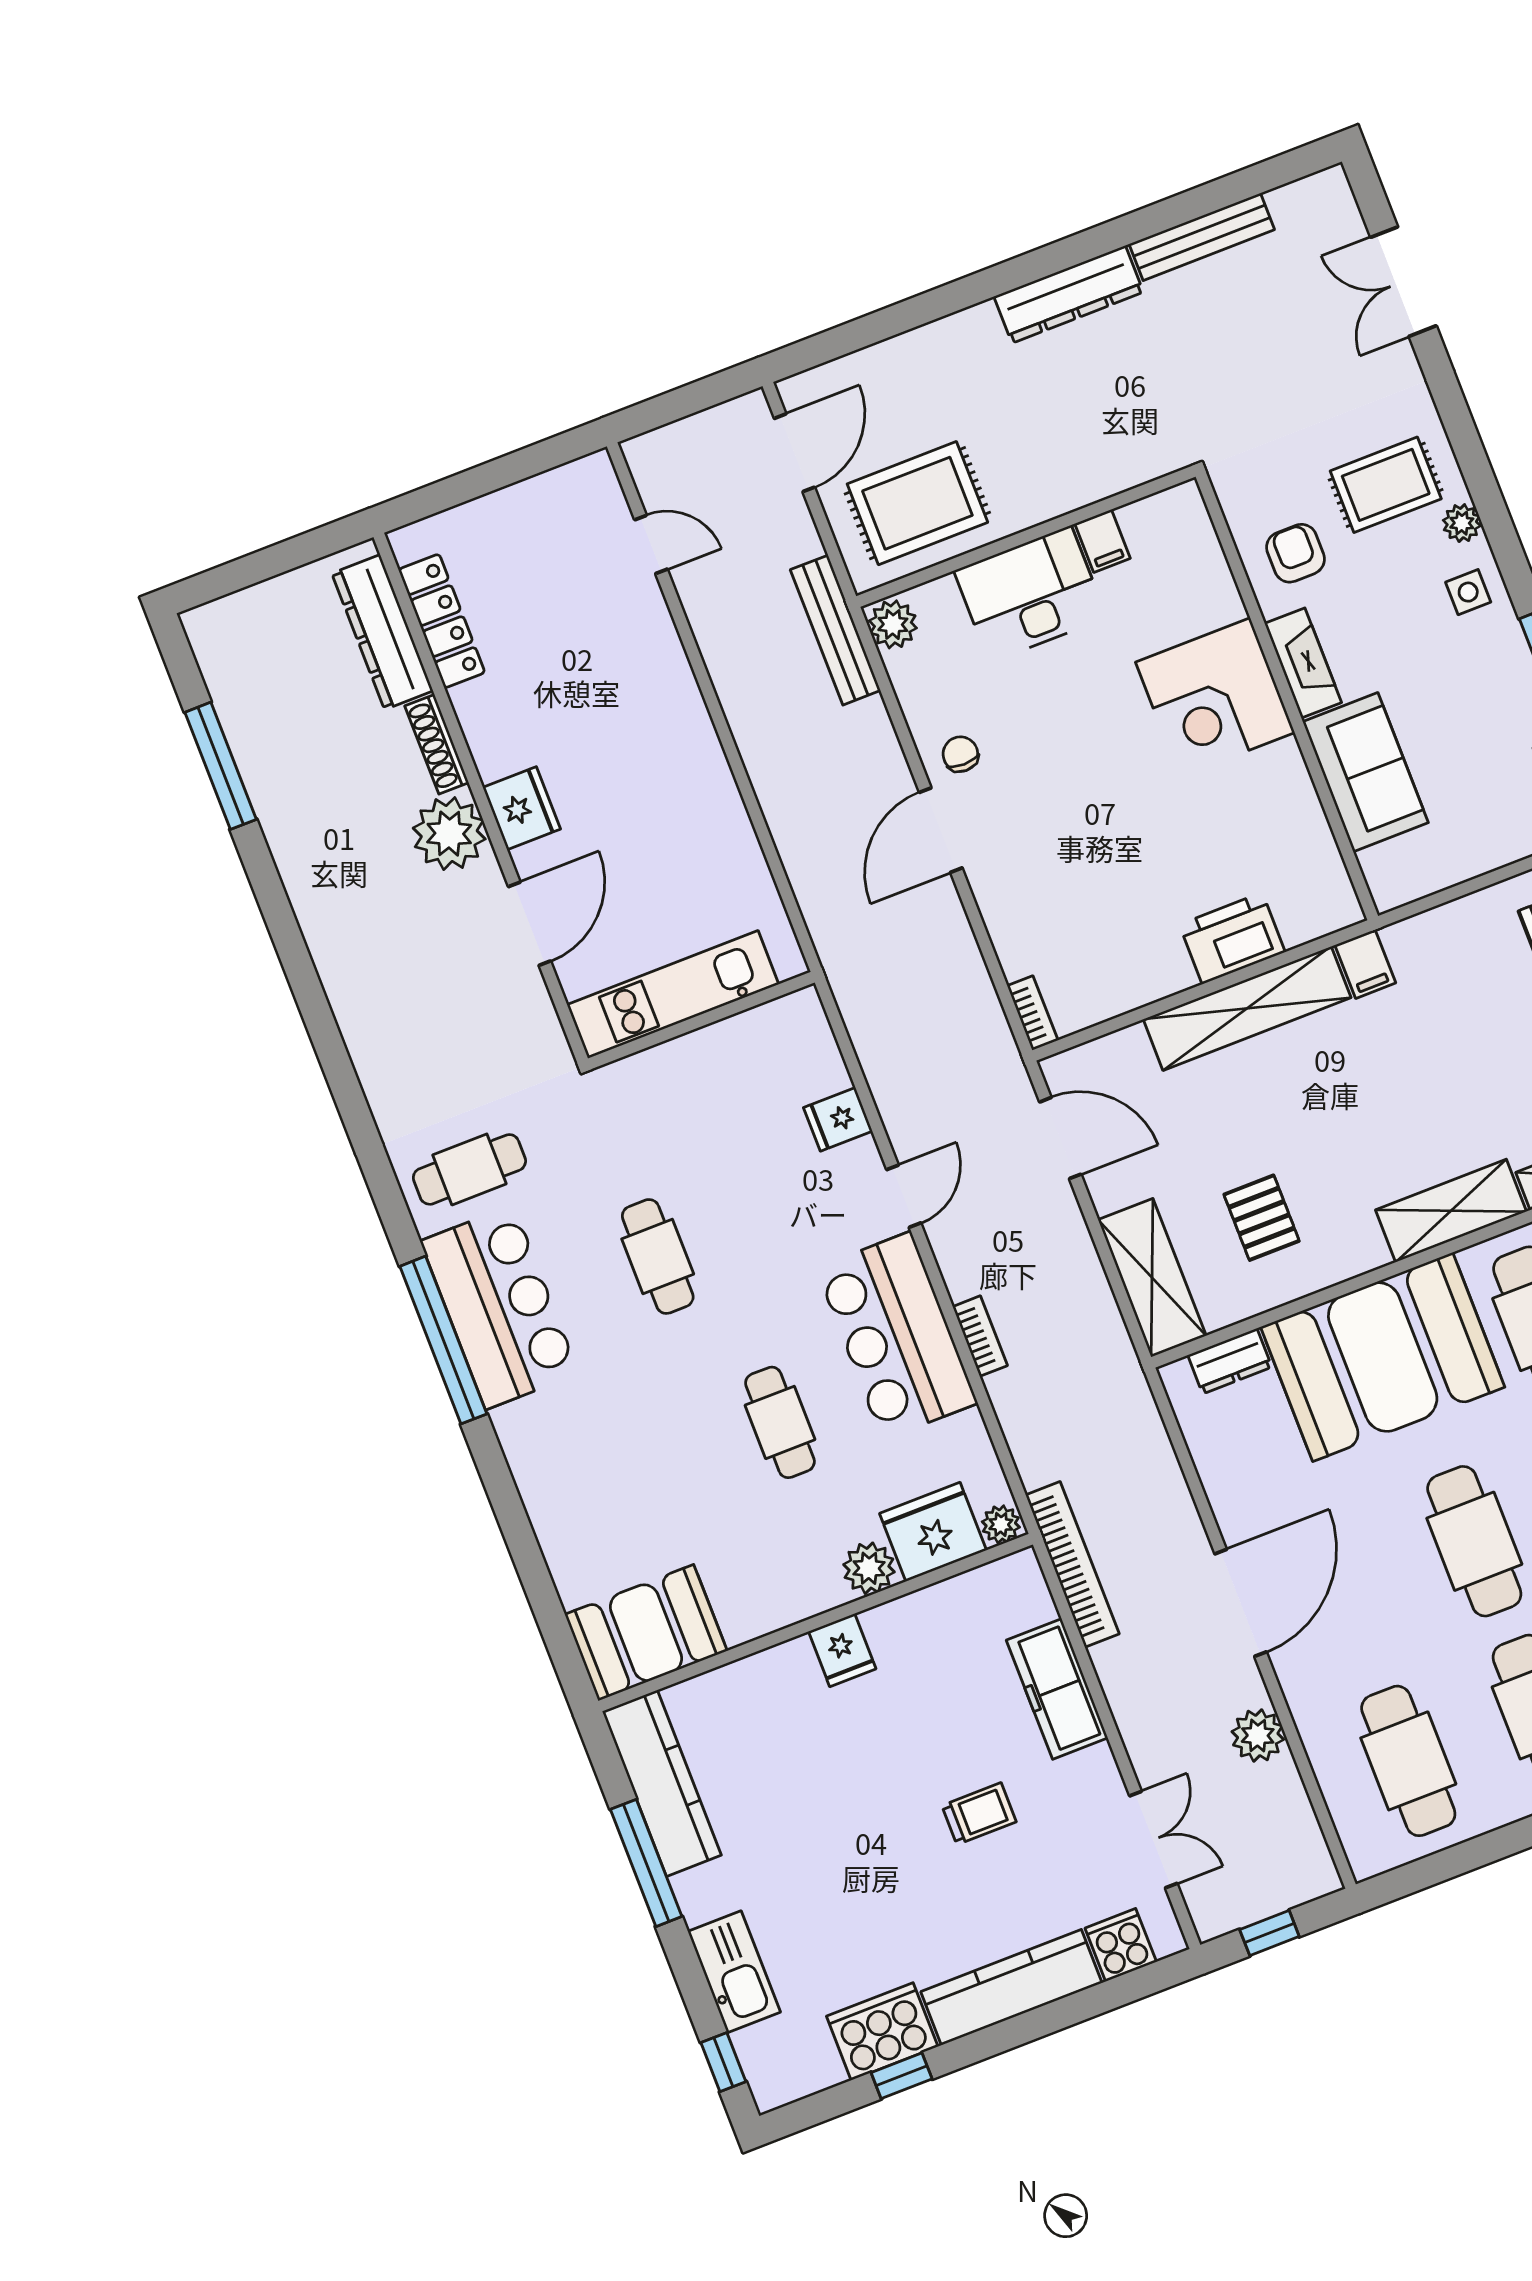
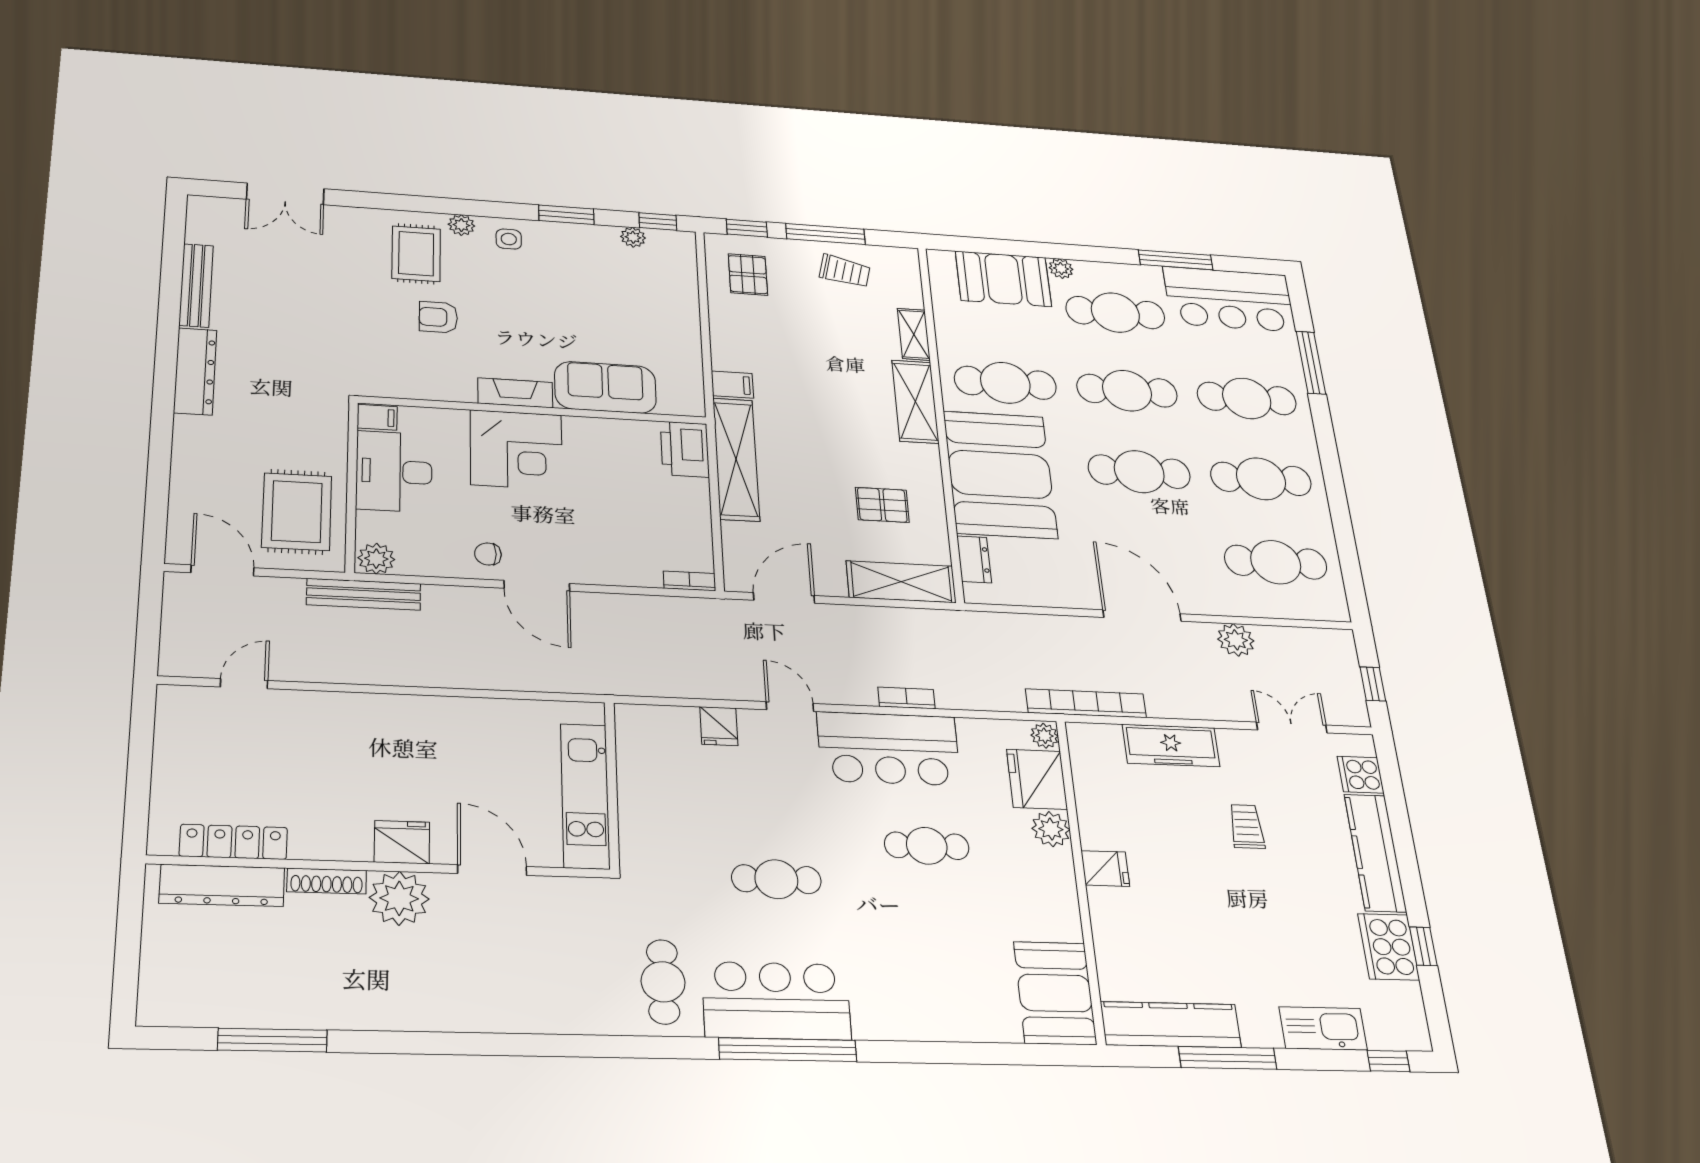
fireplace: (1303, 663) -> (515, 393), moved
wall: (1287, 696) -> (534, 410), moved
corner desk: (1215, 697) -> (516, 450), moved
sofa: (1365, 772) -> (605, 387), moved

